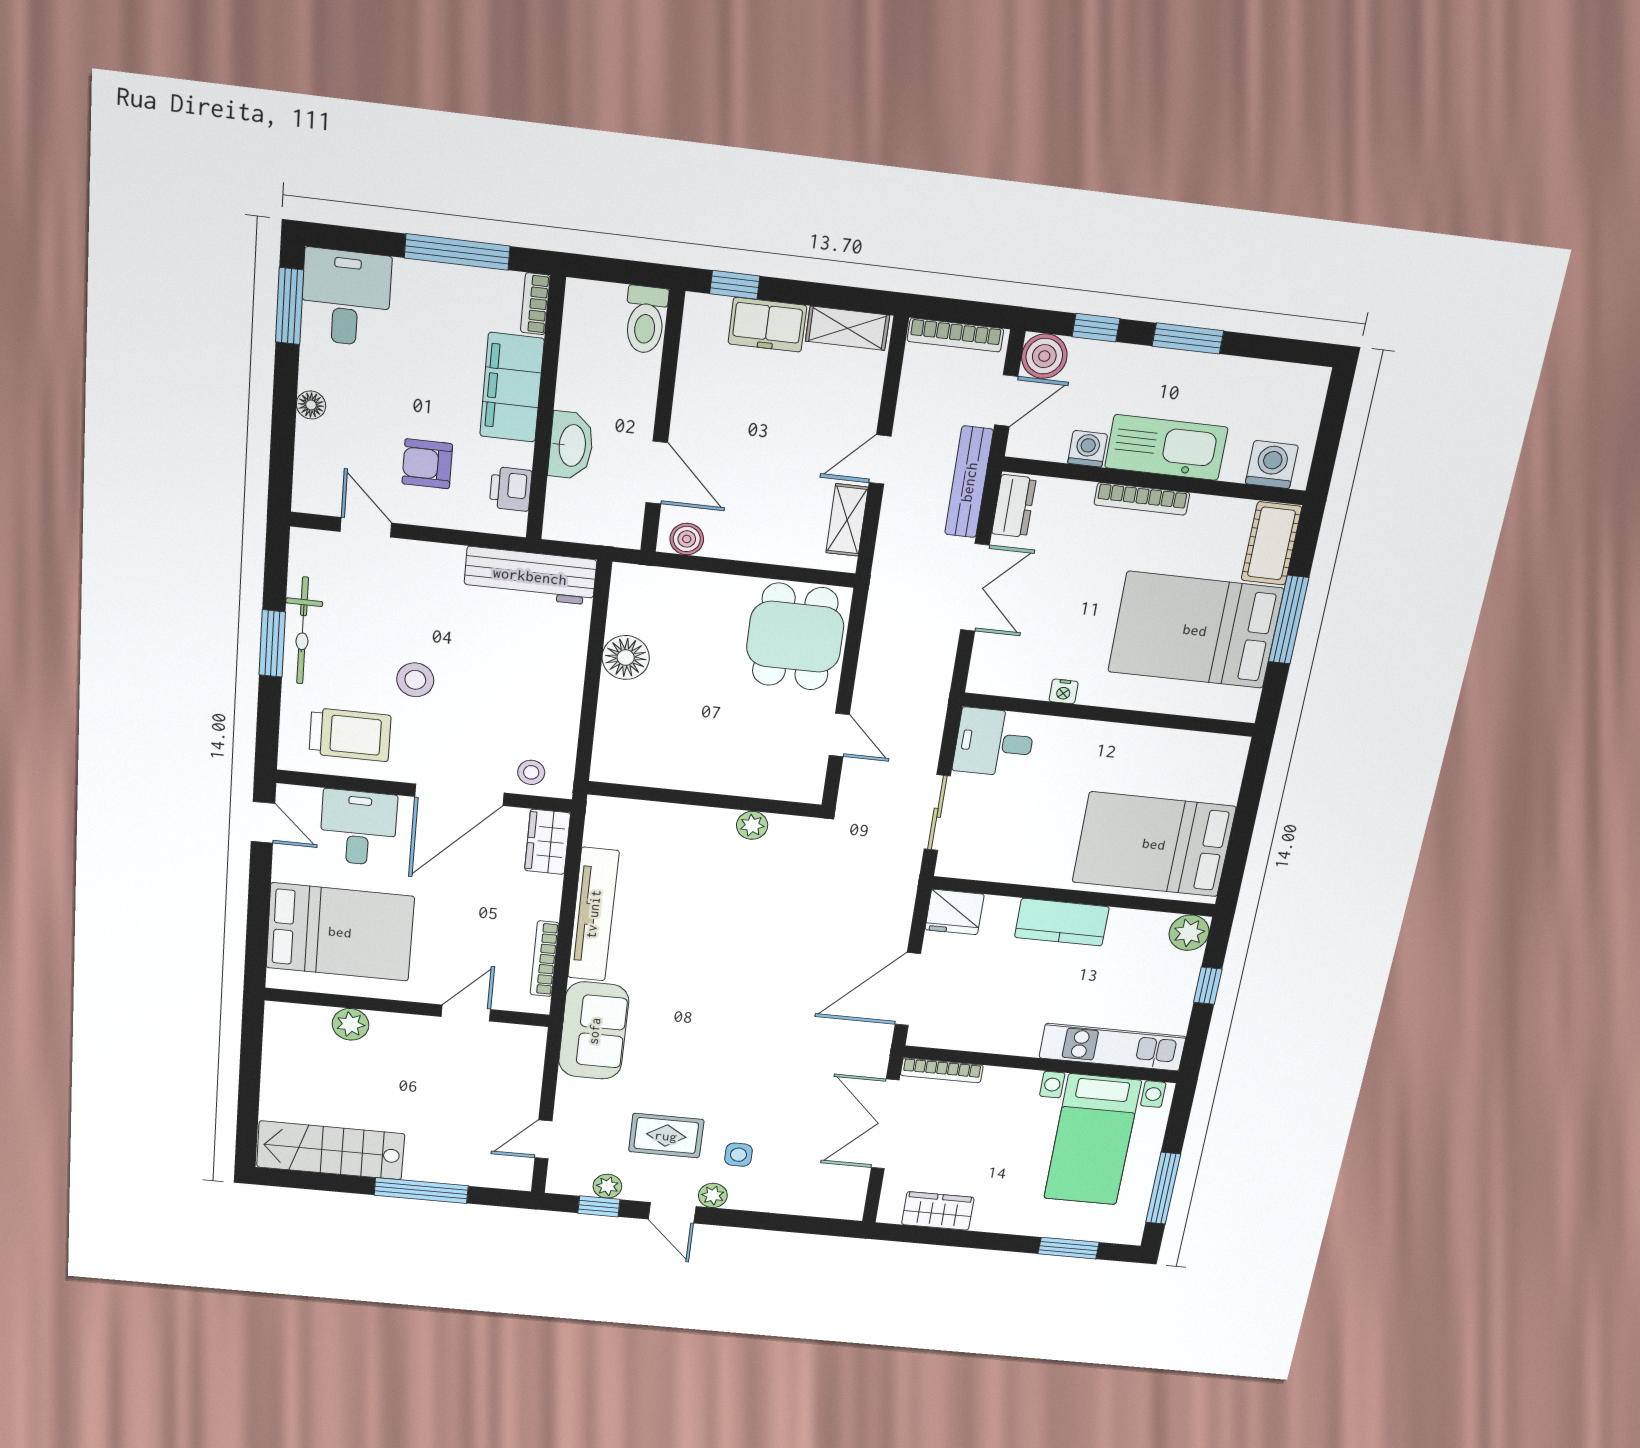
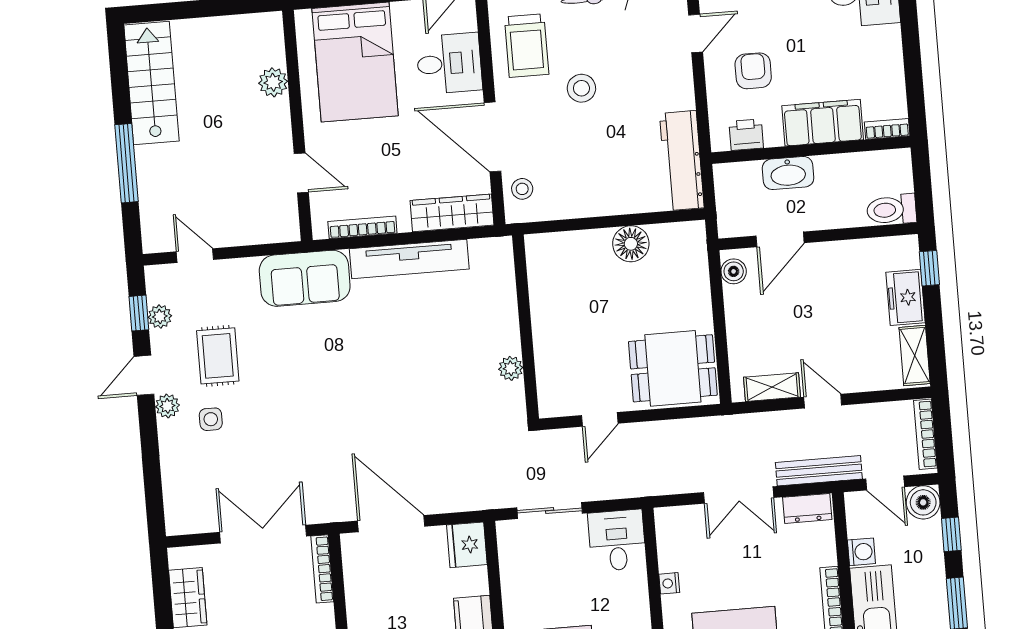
window: (457, 252) -> (913, 68), removed
wardrobe: (548, 842) -> (452, 213), width x1.50

